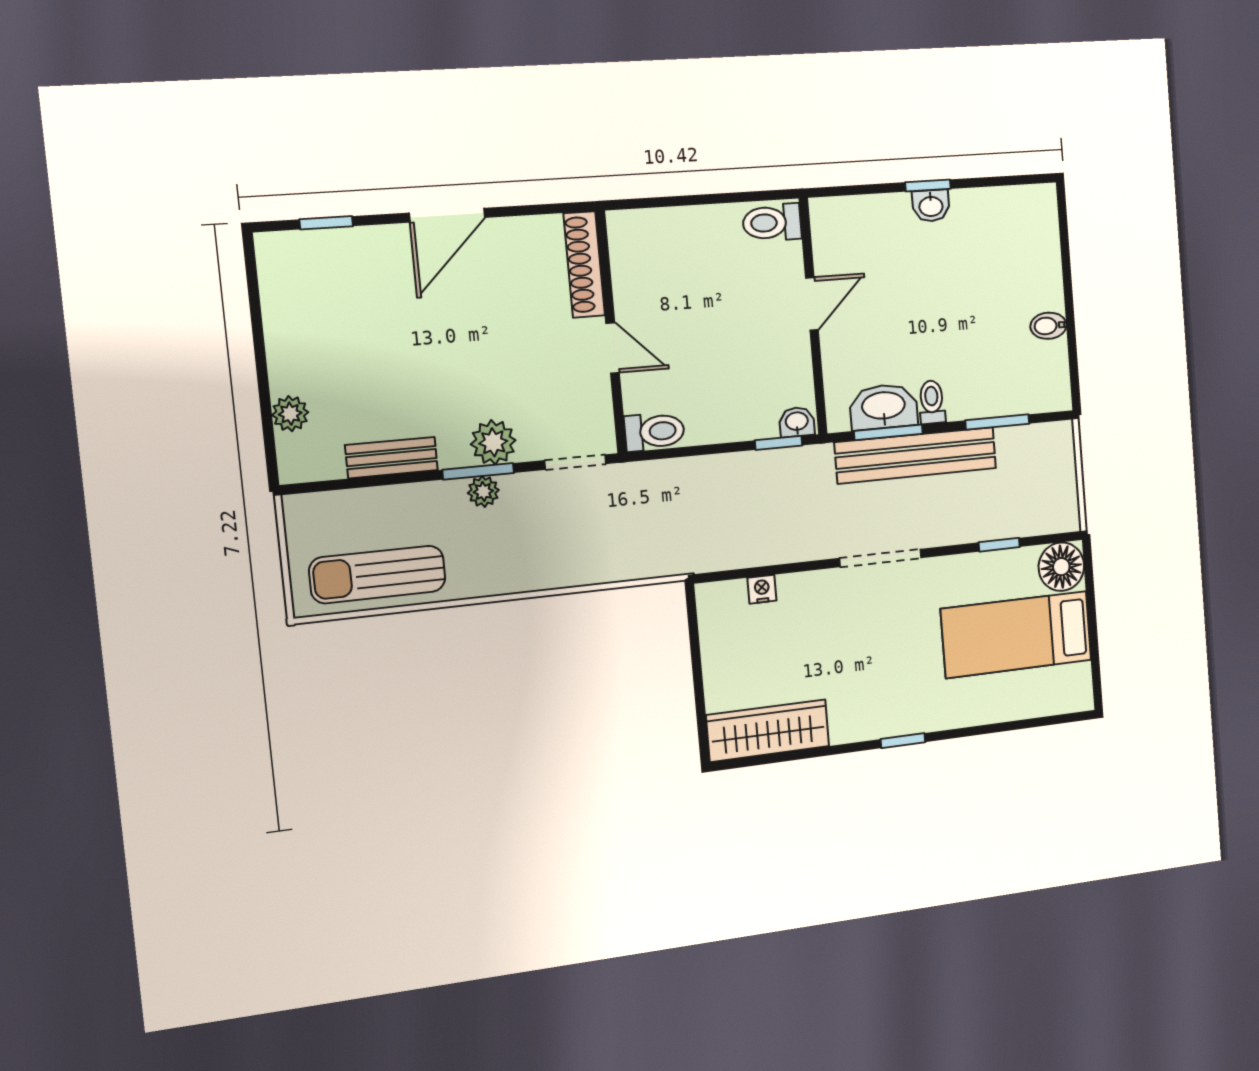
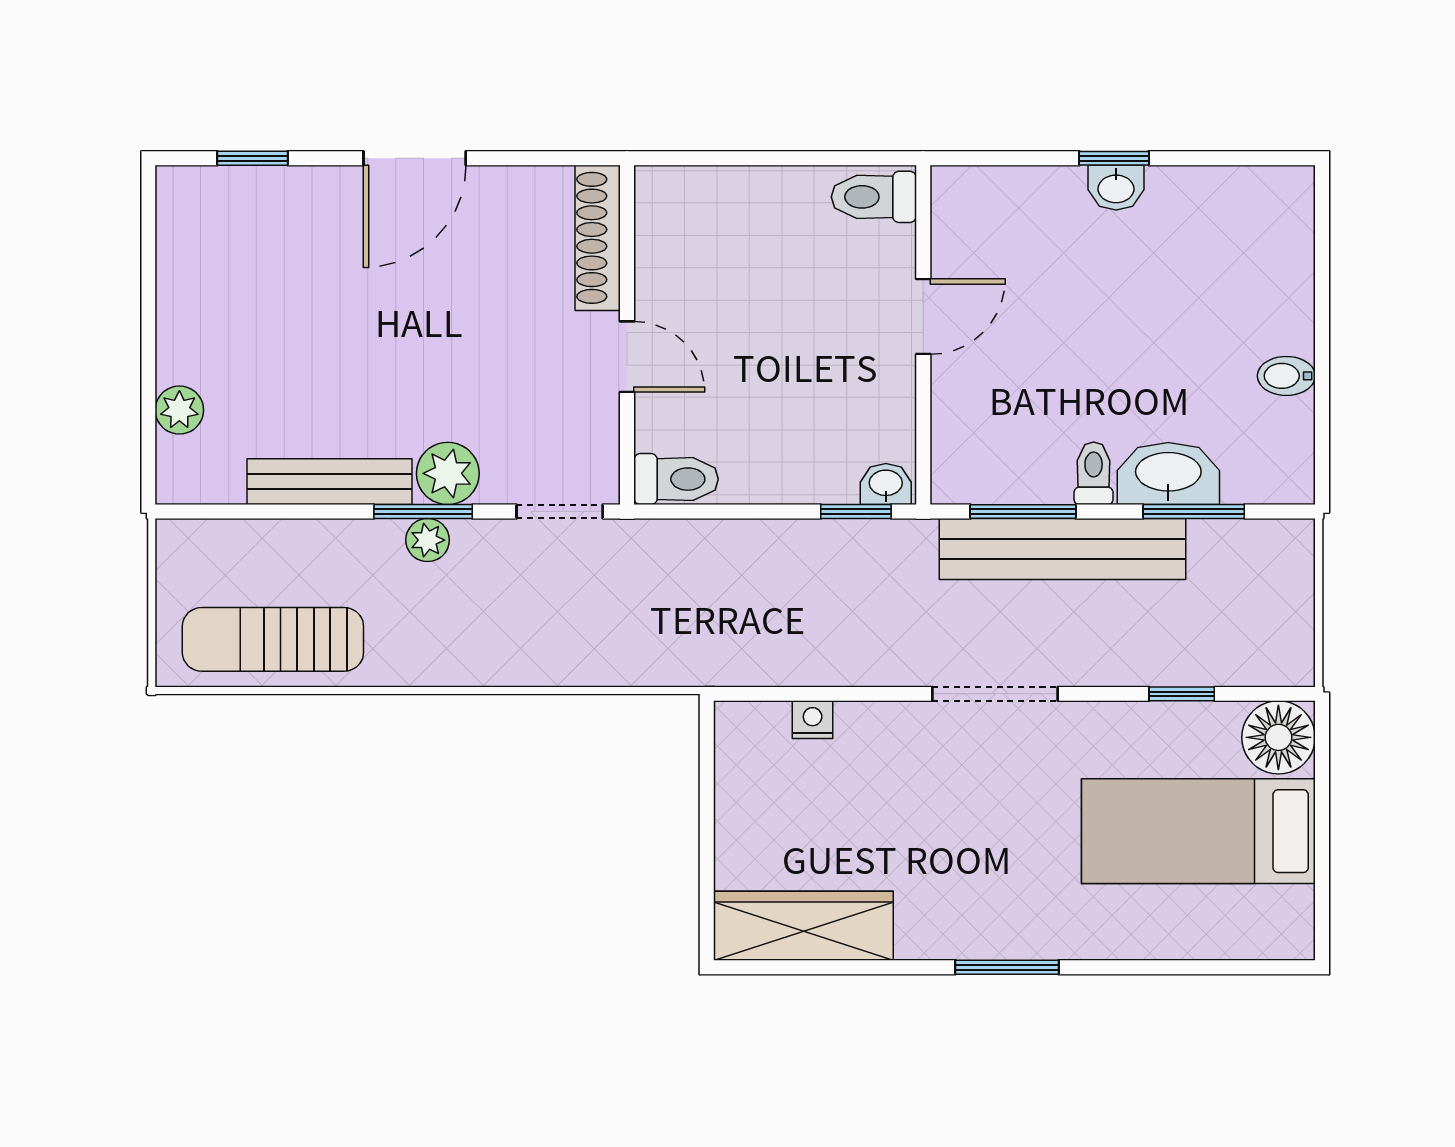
washbasin: (884, 407) -> (1168, 474), moved
bench: (392, 458) -> (329, 482), width x1.36
window: (903, 741) -> (1007, 967), width x1.50

